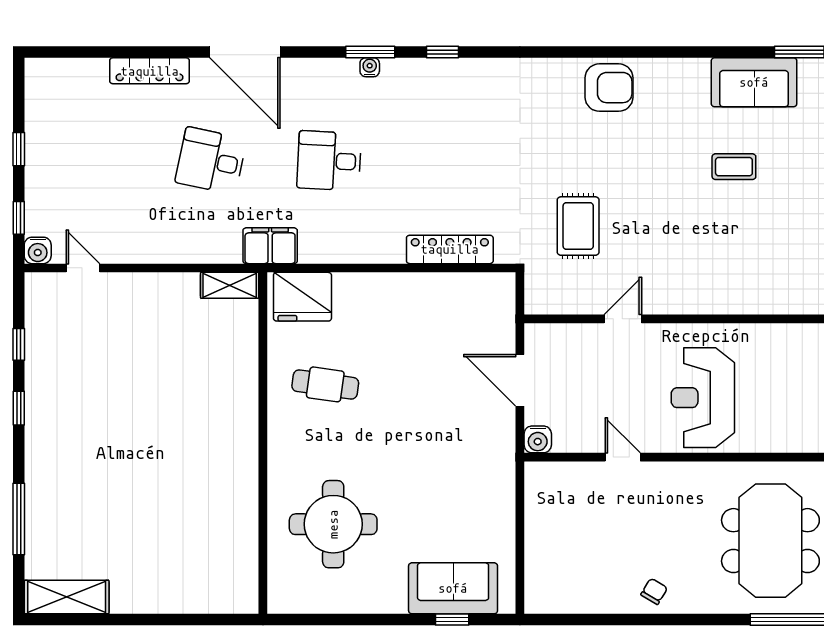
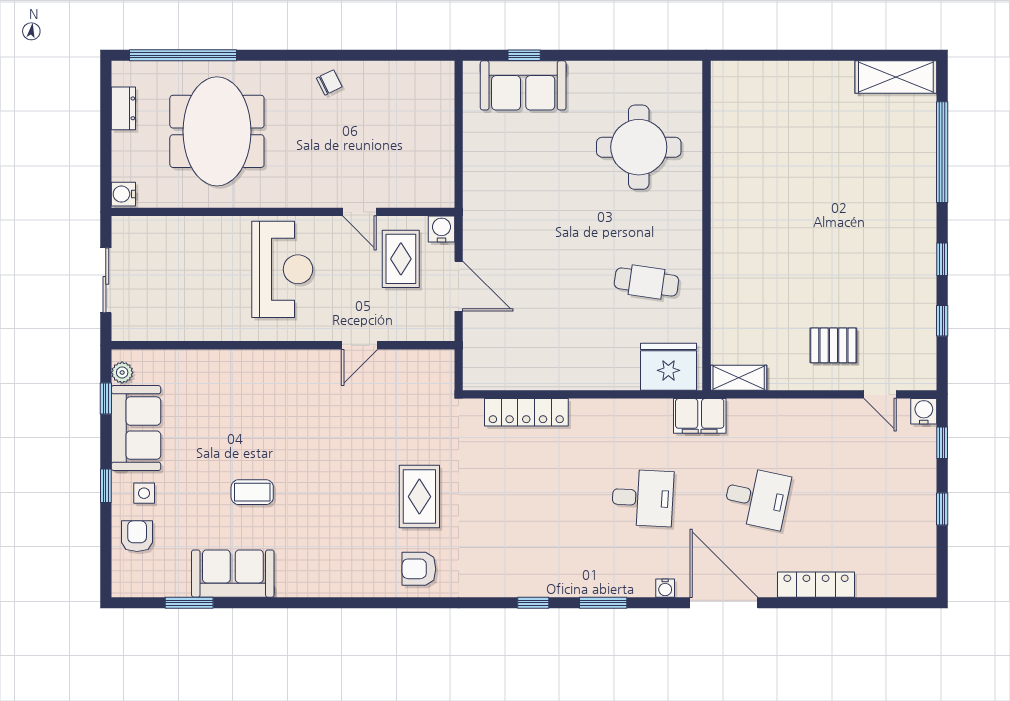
water cooler: (370, 67) -> (665, 588), moved
armchair: (609, 88) -> (419, 569), moved, width x0.72, depth x0.72
rug: (578, 226) -> (419, 497), moved
pallet: (131, 319) -> (833, 345), added
rug: (580, 408) -> (401, 259), added
window: (19, 519) -> (942, 152), width x1.46
chair: (654, 591) -> (329, 82), turned -147

